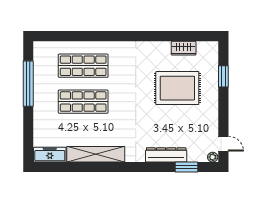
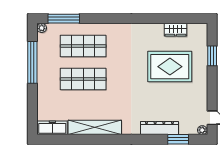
window: (62, 36) -> (64, 19), added
plant: (38, 46) -> (42, 28), added

